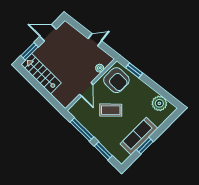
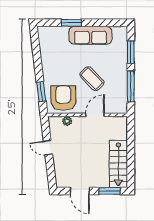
plant: (159, 103) -> (48, 45), removed
window: (145, 146) -> (71, 23), moved

